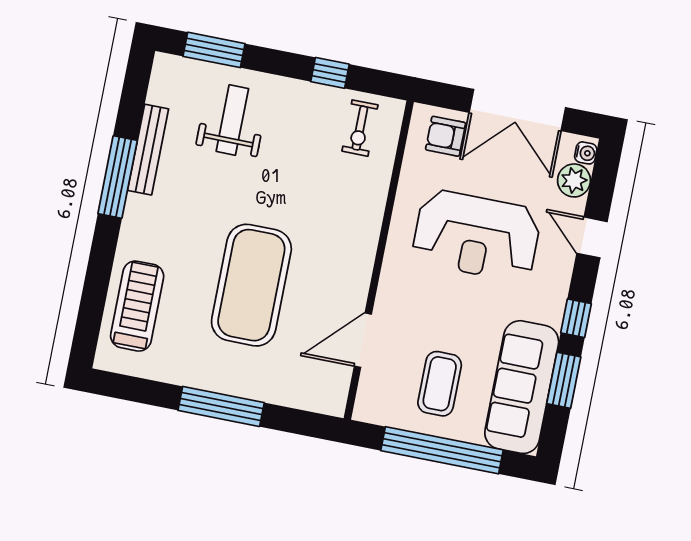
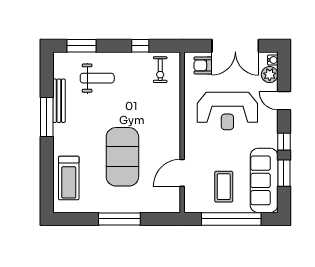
weight bench: (232, 120) -> (97, 78), turned 90
treadmill: (137, 306) -> (69, 178), turned 180

